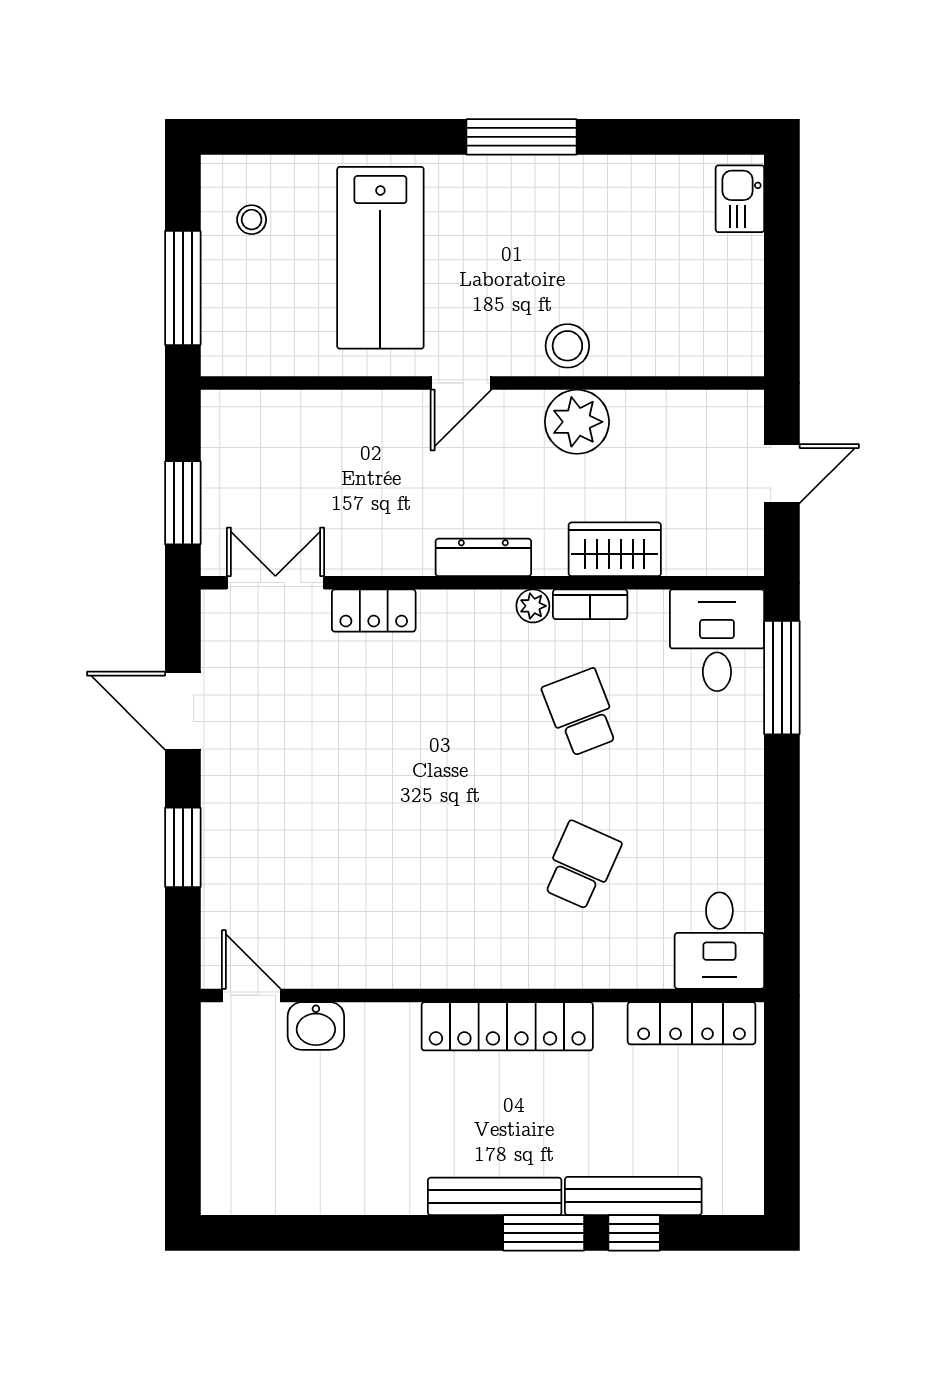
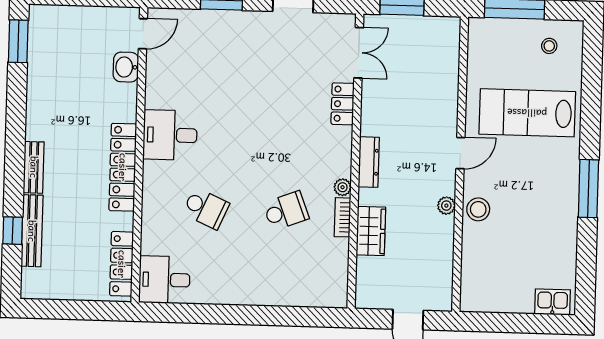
door: (461, 383) -> (460, 153), swing flipped
plant: (577, 422) -> (446, 206), width x0.53, depth x0.53
desk: (717, 640) -> (170, 135), moved, turned 180
window: (782, 678) -> (301, 317), removed
bench: (495, 1196) -> (34, 167), width x0.73
window: (544, 1233) -> (18, 41), moved

